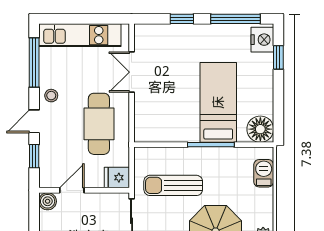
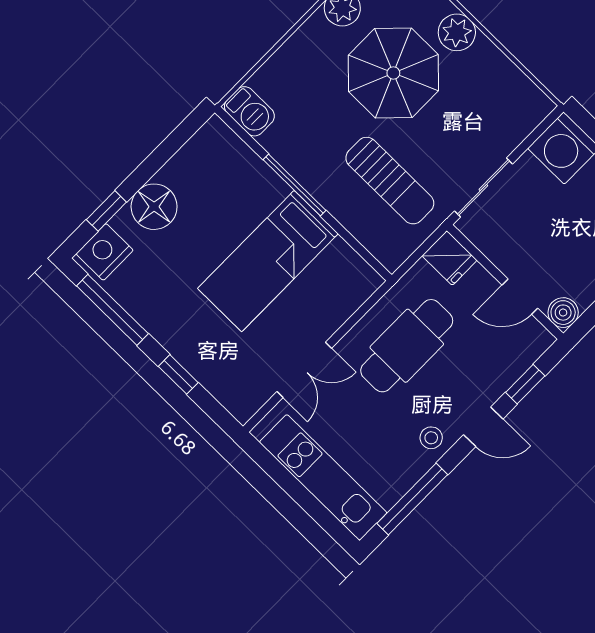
bed: (218, 102) -> (268, 261), moved
floor lamp: (260, 129) -> (154, 207), moved
barbecue: (264, 173) -> (249, 111), moved, turned -90

